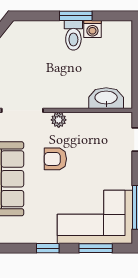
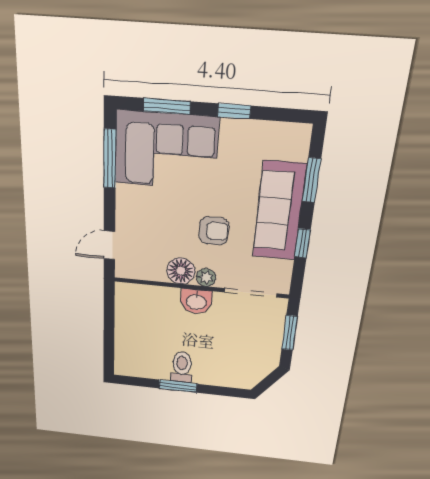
washing machine: (92, 29) -> (159, 371), removed
washbasin: (106, 98) -> (196, 301), moved, width x0.72
floor lamp: (79, 123) -> (181, 271), added

